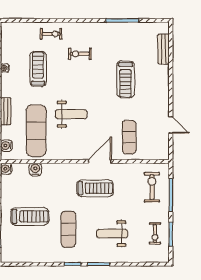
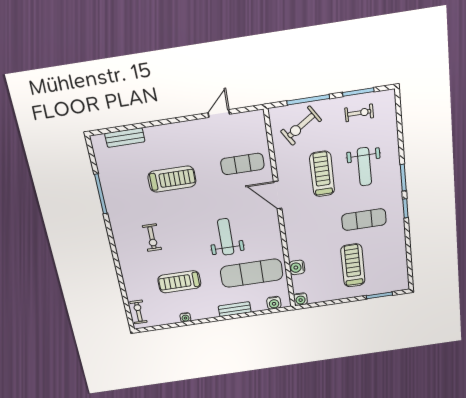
exercise bike: (51, 34) -> (138, 312), moved
exercise bike: (152, 187) -> (301, 126), turned -33
treadmill: (95, 188) -> (322, 174), moved

